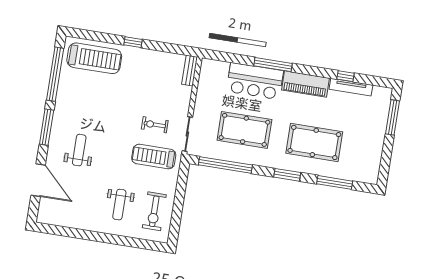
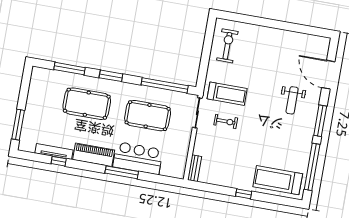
weight bench: (119, 205) -> (258, 52), removed

